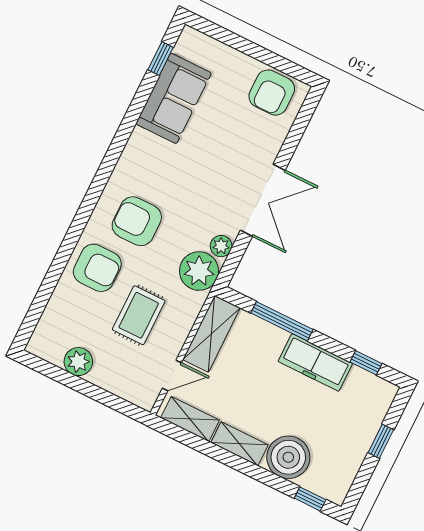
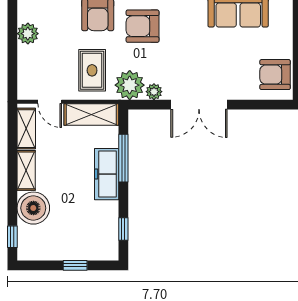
armchair: (137, 221) -> (143, 26), turned -90
rug: (139, 315) -> (92, 70), moved, turned 90
freezer: (315, 362) -> (107, 174), moved

